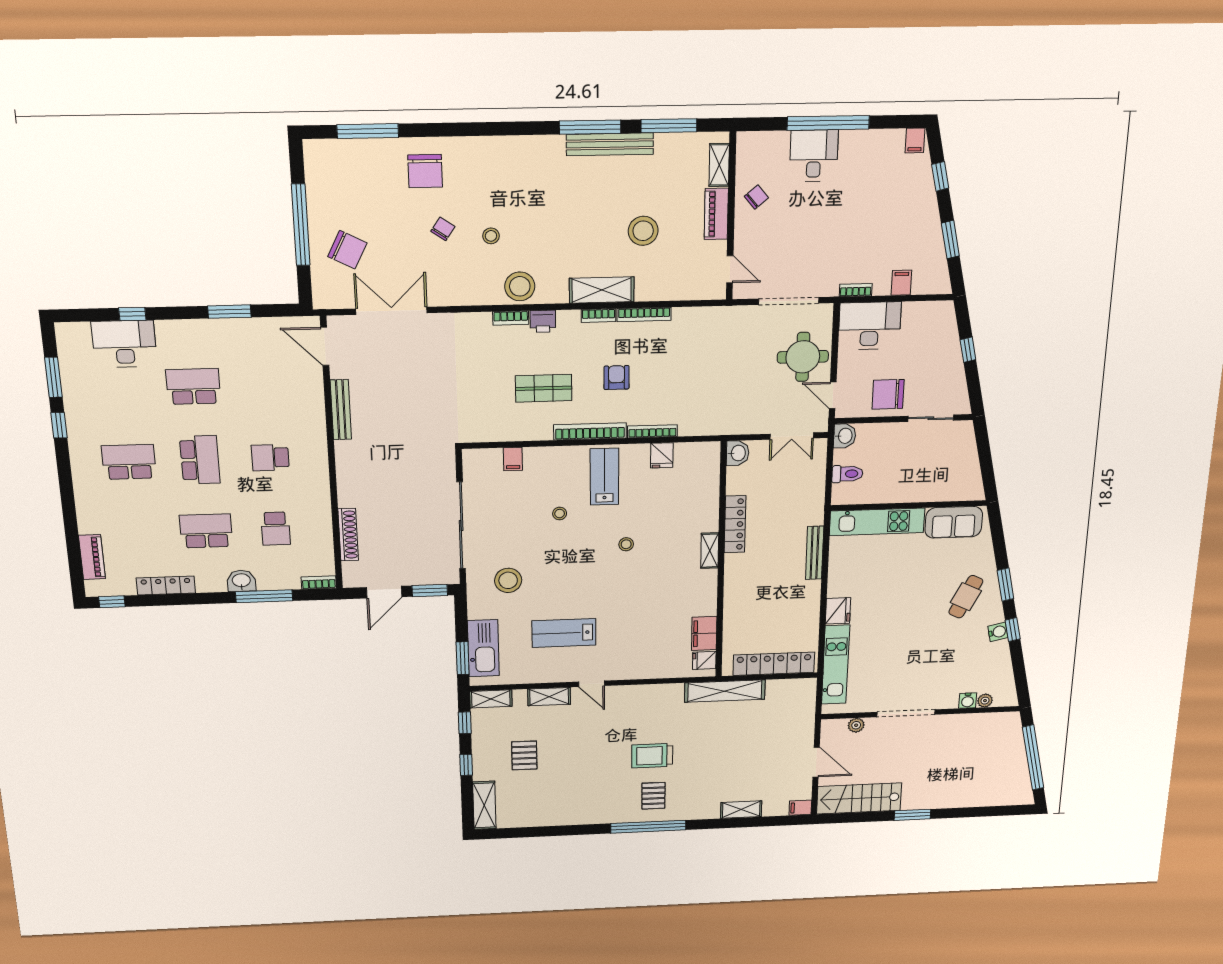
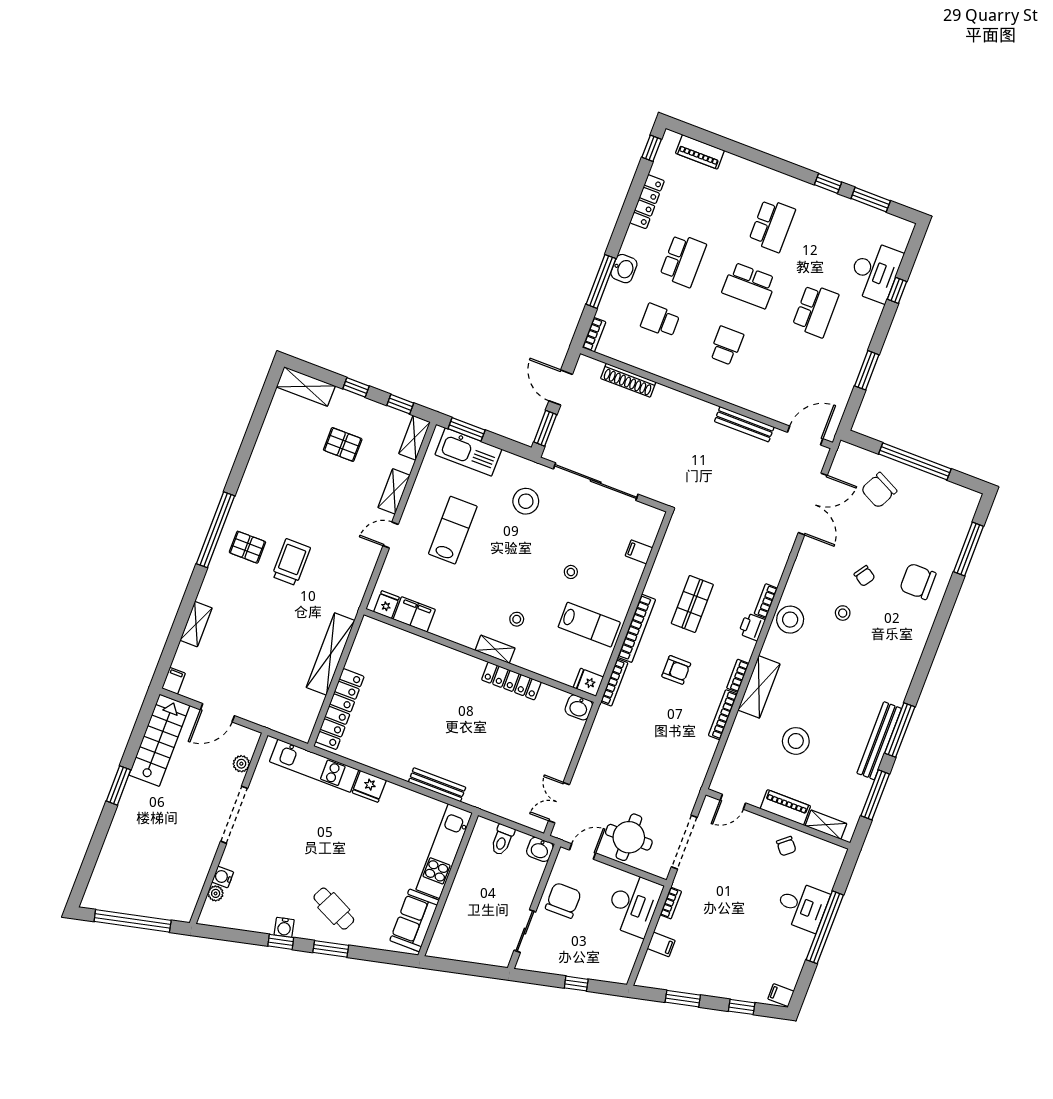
washbasin: (738, 453) -> (579, 707), moved
locker: (735, 524) -> (511, 681), moved
shelving: (710, 551) -> (495, 649), moved
wall: (721, 562) -> (480, 655), moved
filing cabinet: (704, 633) -> (414, 614), moved
fridge: (704, 660) -> (387, 605), moved

